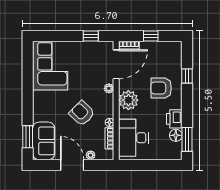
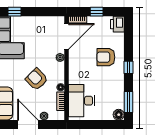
window: (91, 36) -> (15, 12), moved
window: (187, 76) -> (128, 67), moved
plant: (128, 100) -> (77, 68), removed
printer: (174, 119) -> (117, 24), moved
floor lamp: (176, 135) -> (119, 115), moved

